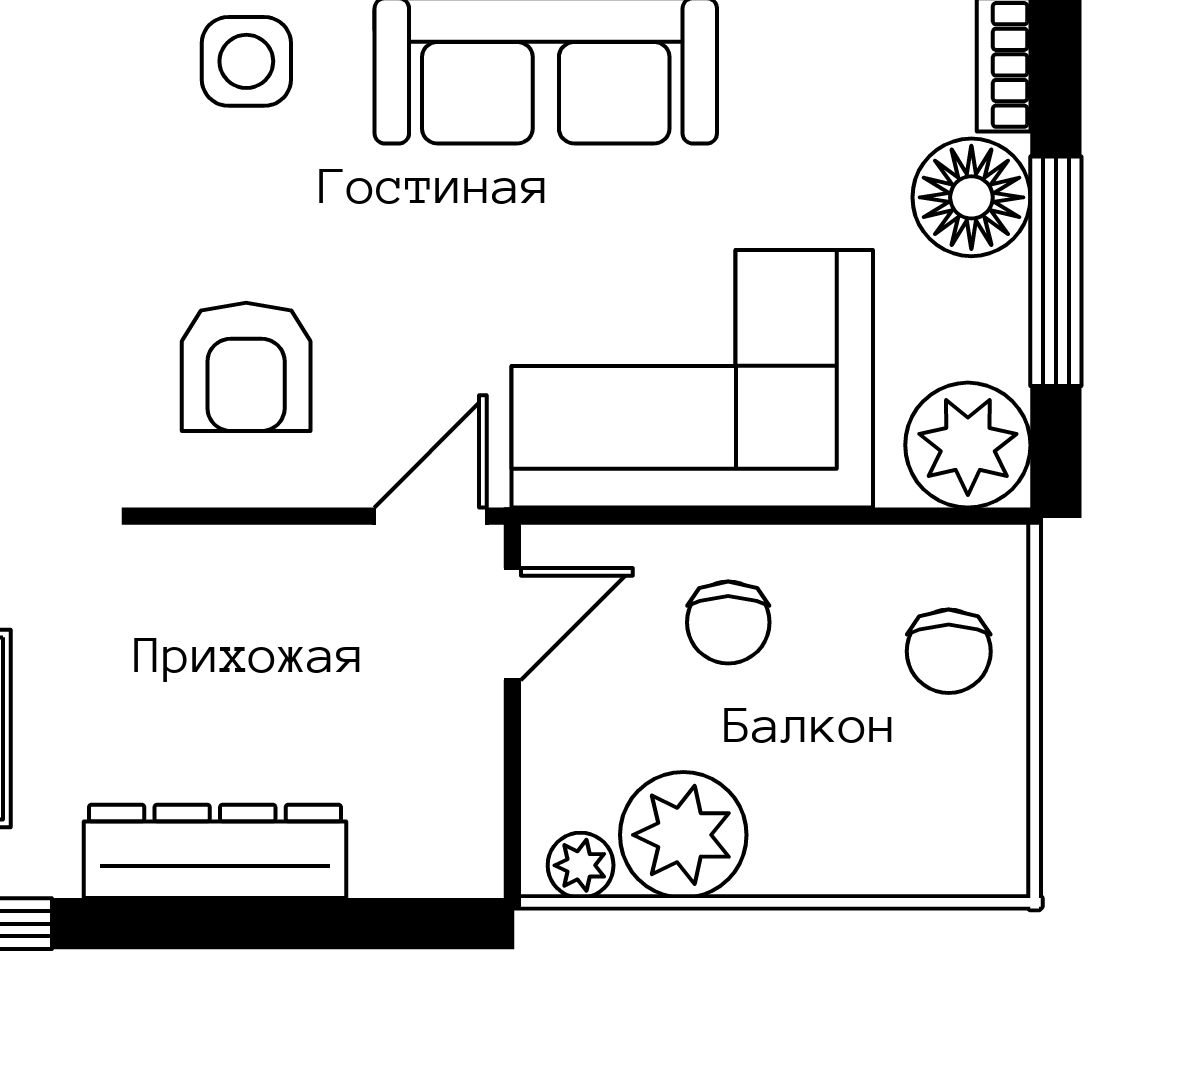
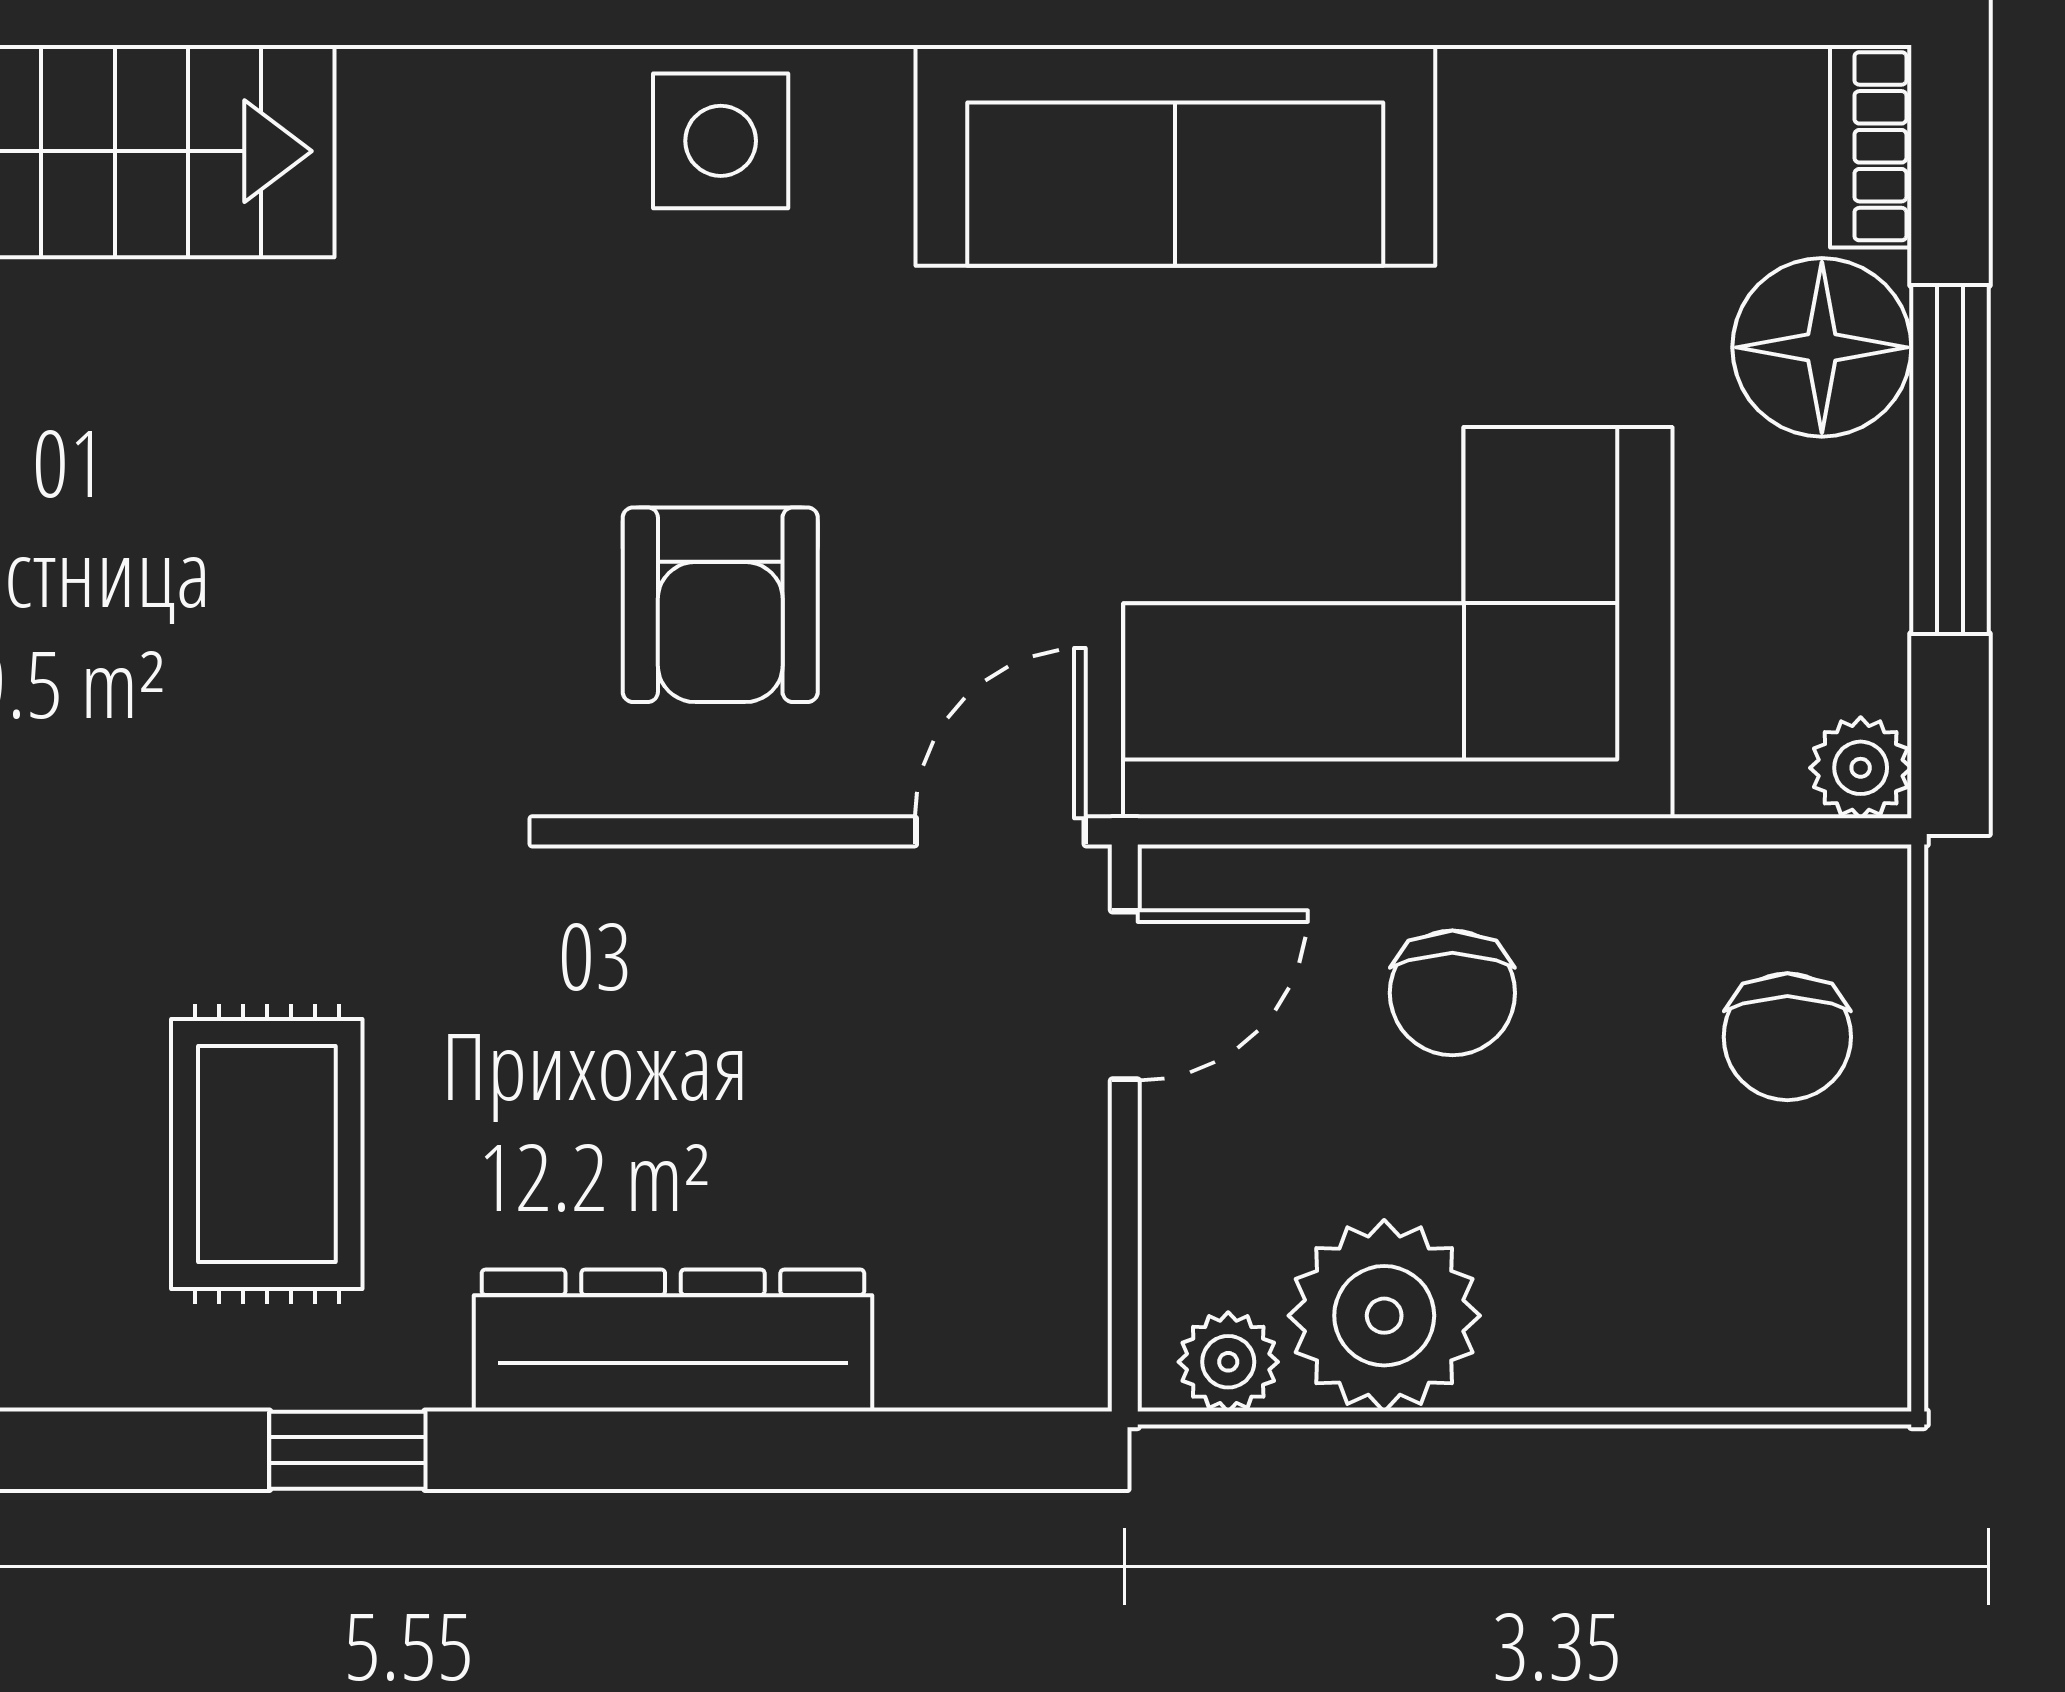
plant: (968, 445) -> (1861, 768), width x0.53, depth x0.53

